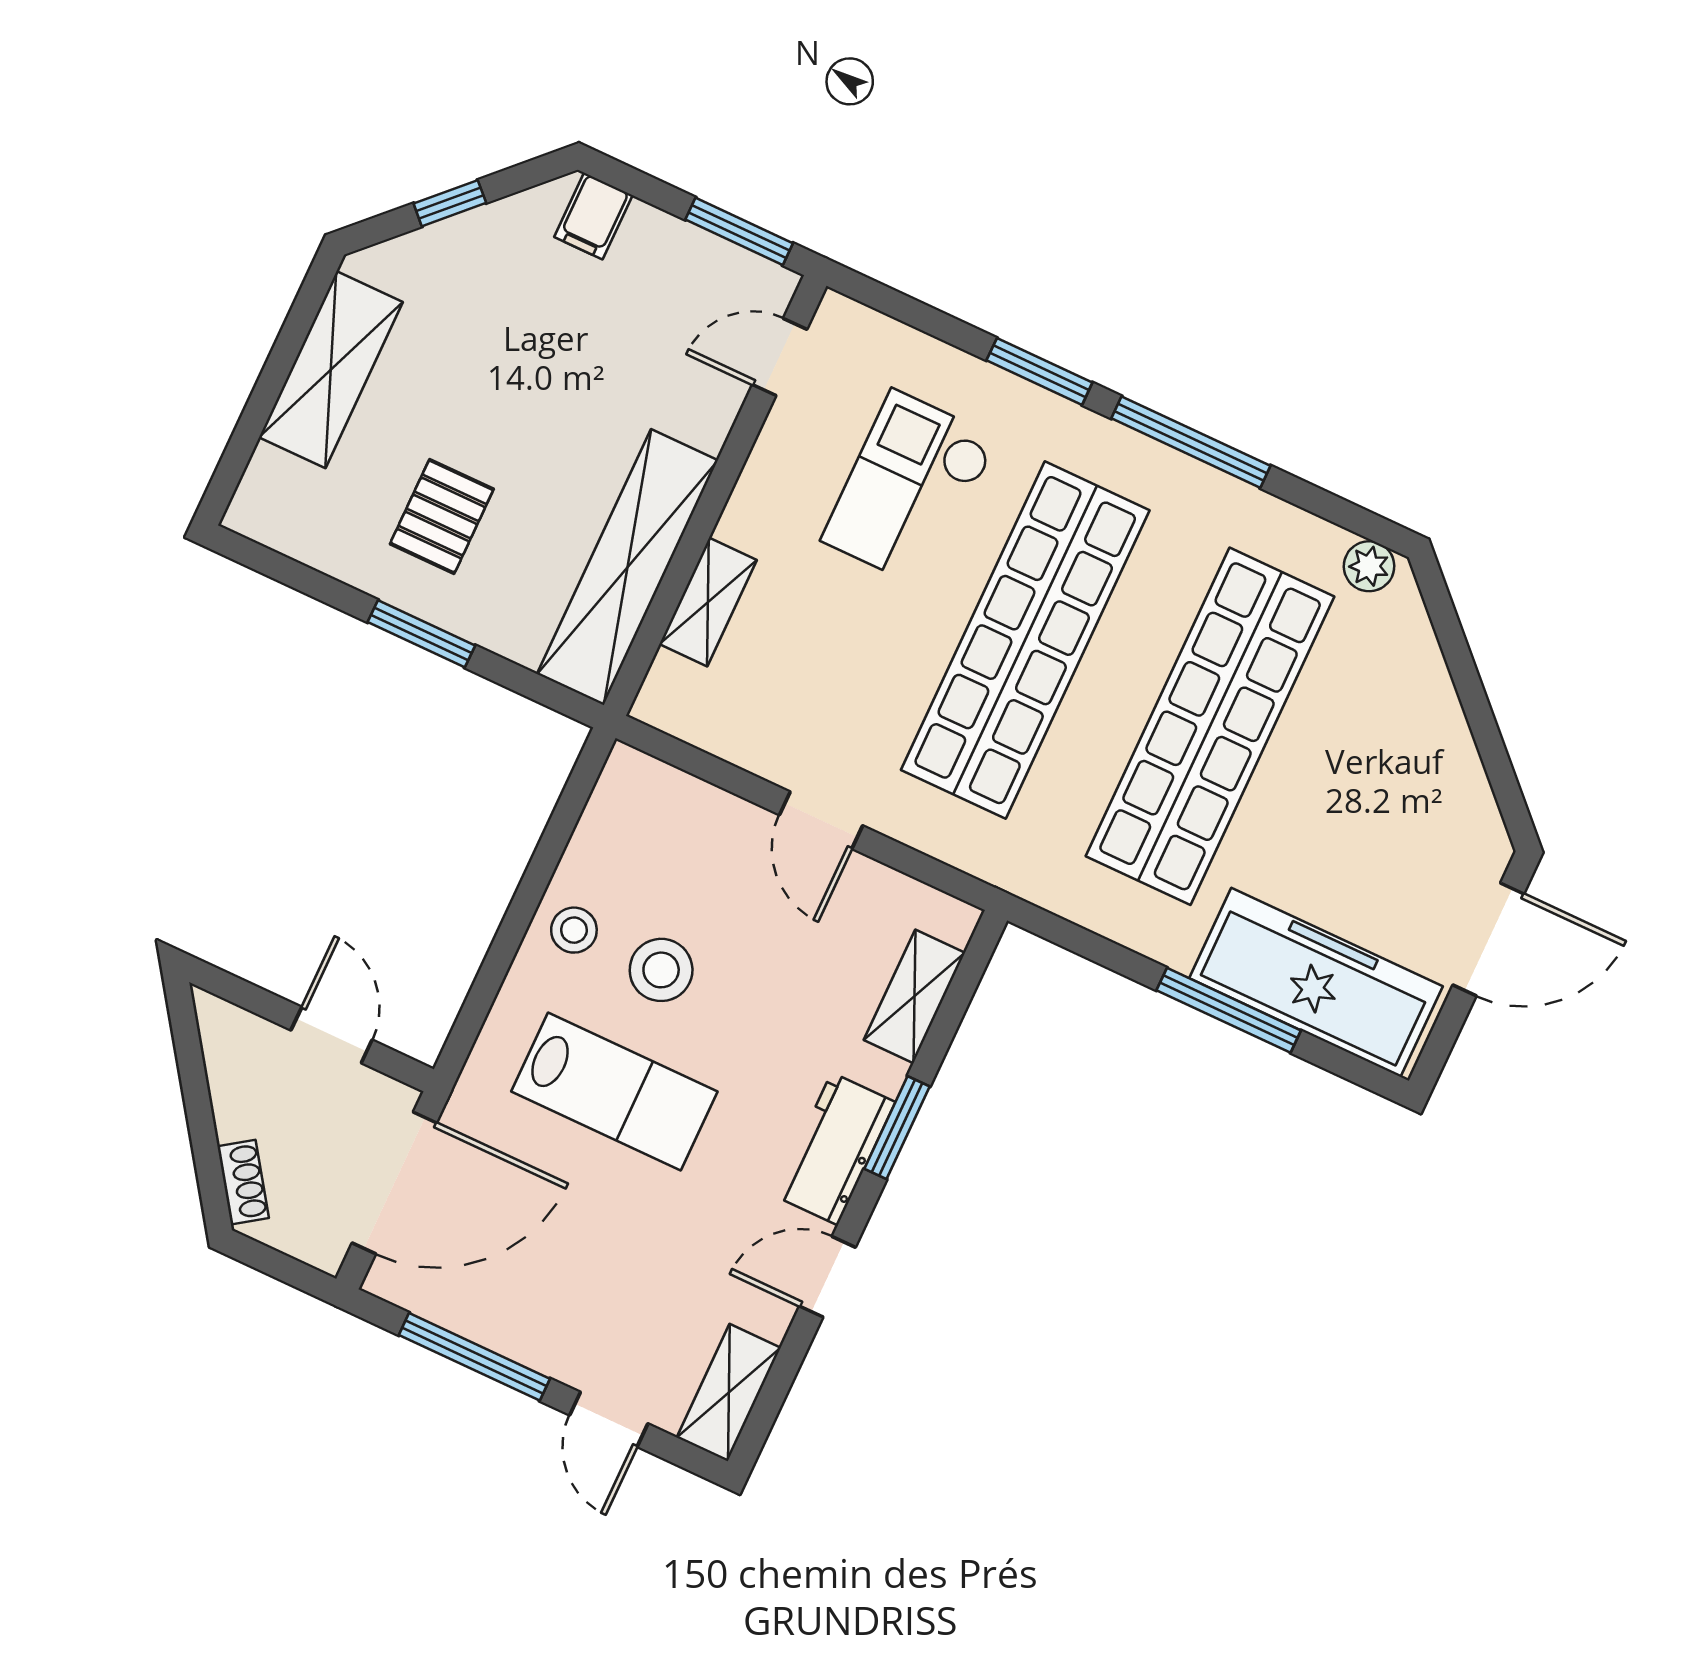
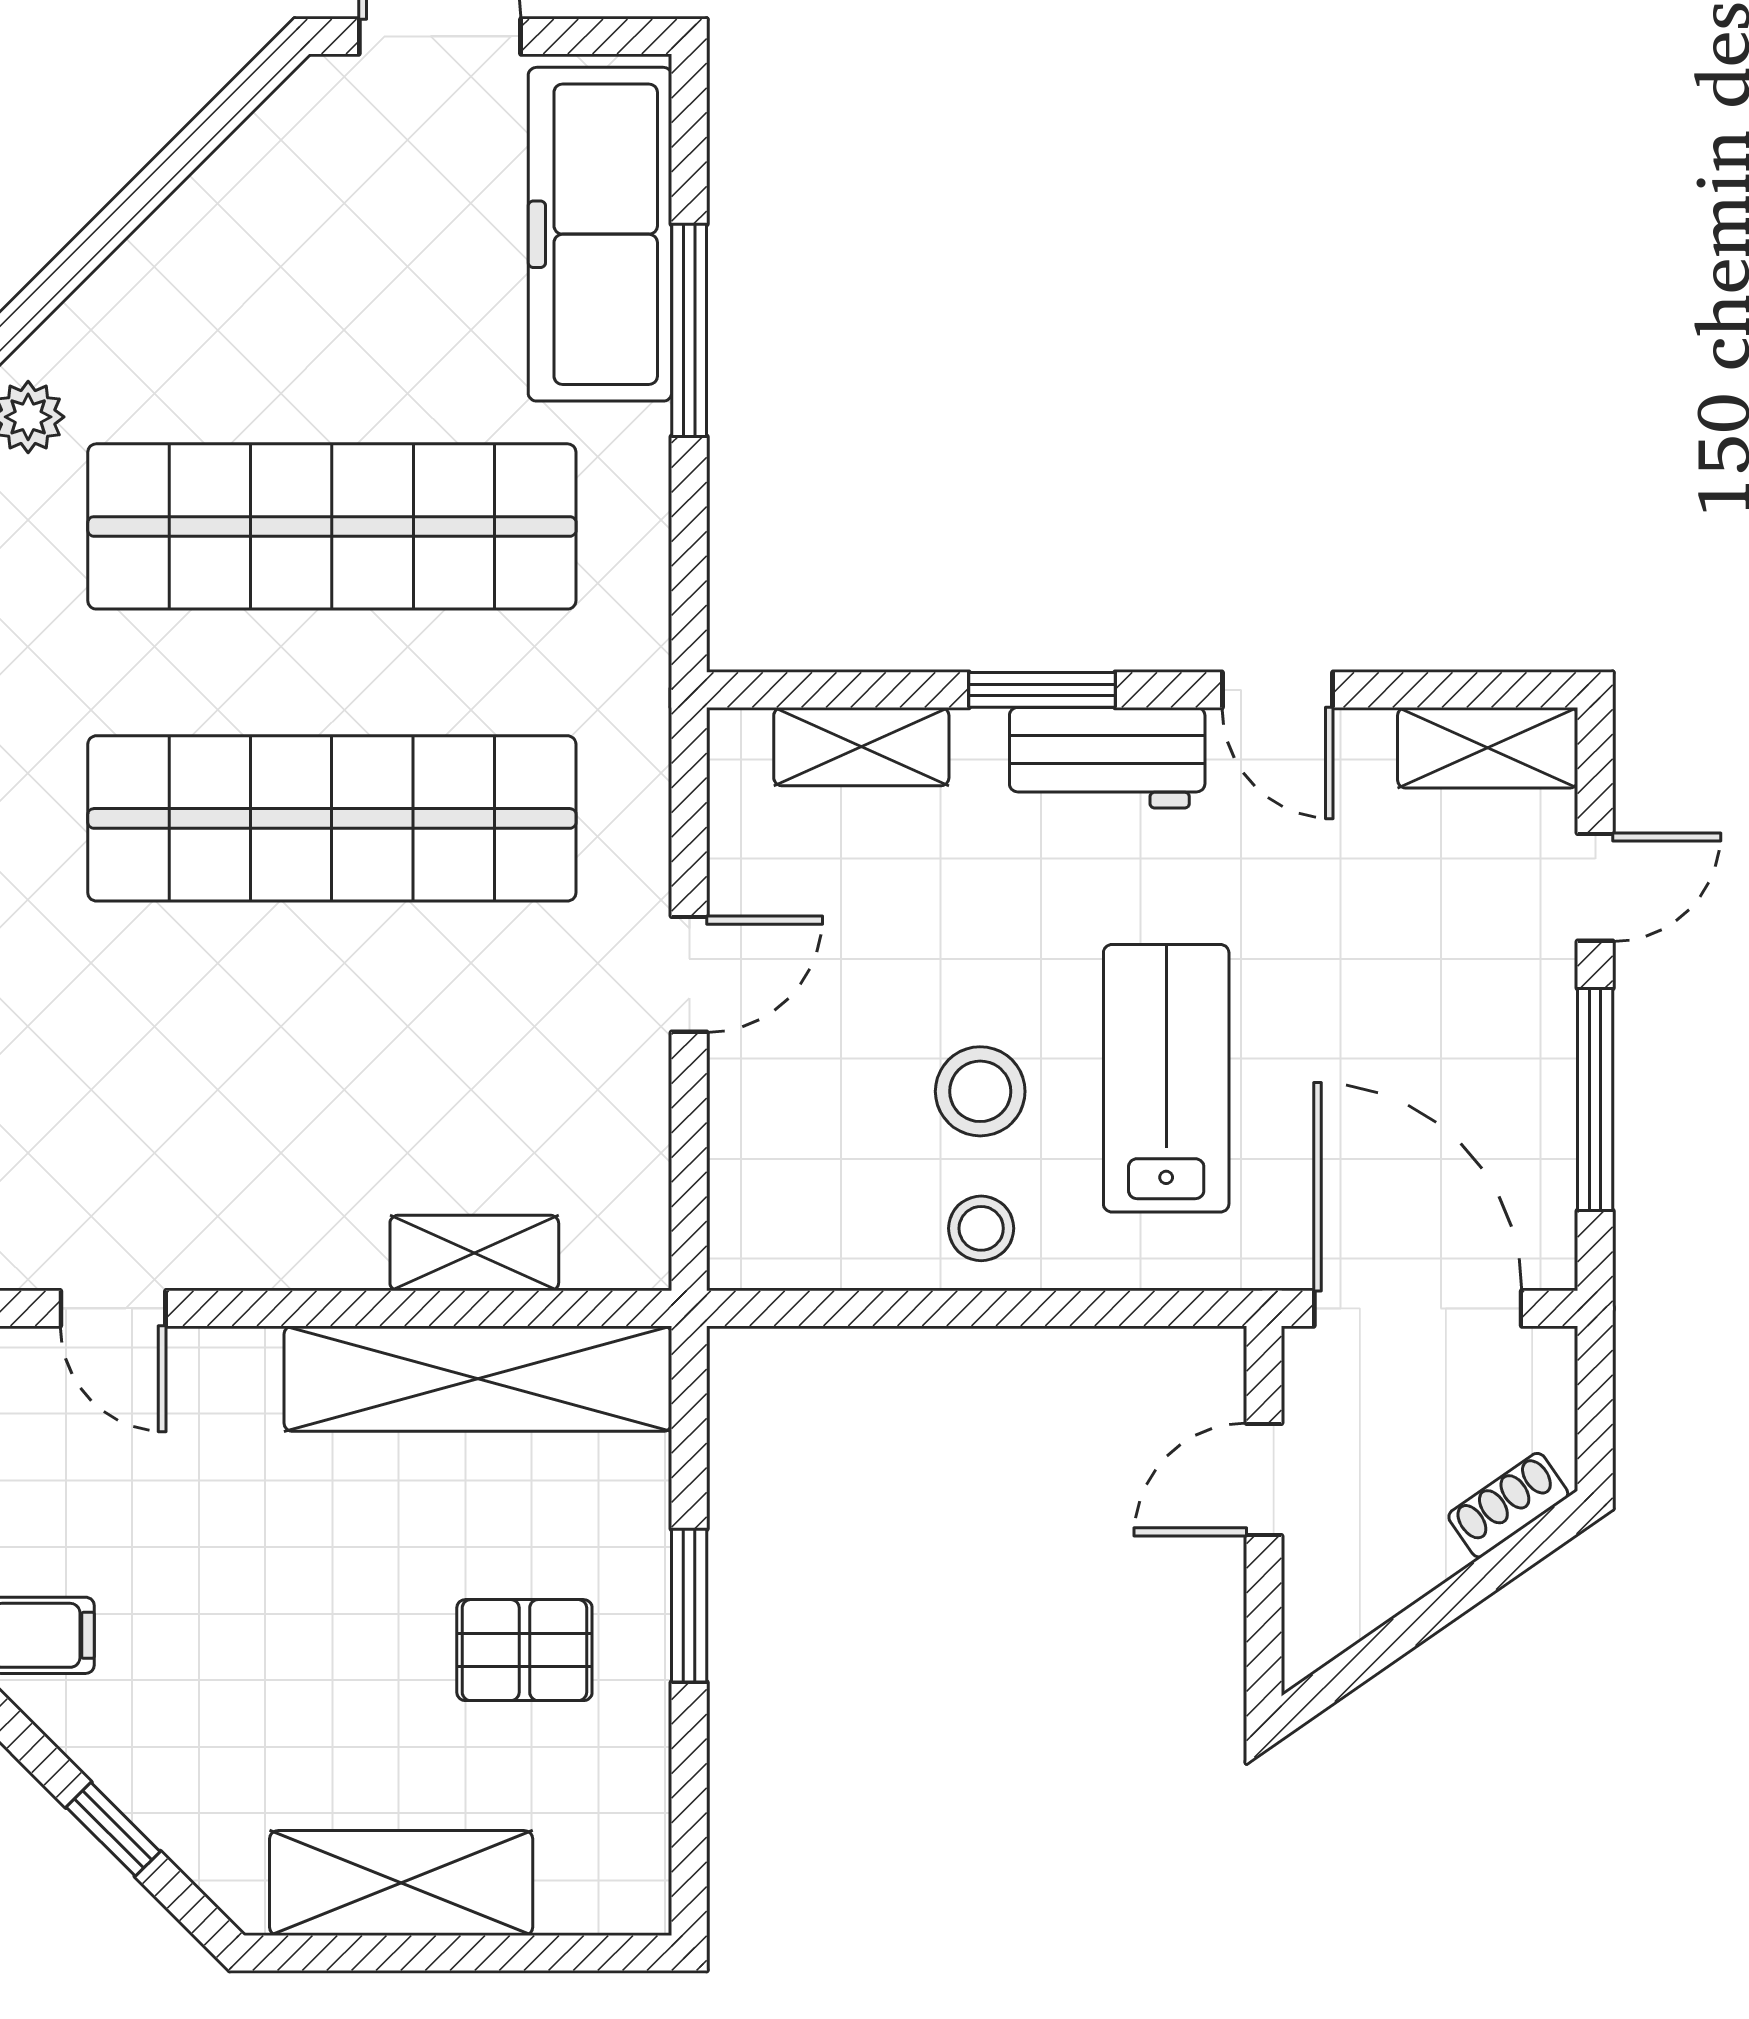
checkout: (909, 489) -> (206, 1060), removed

